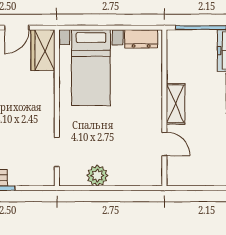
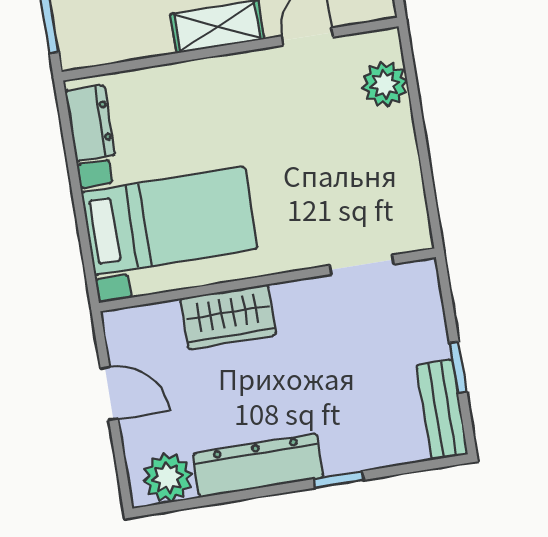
wardrobe: (43, 50) -> (228, 317), moved
plant: (97, 176) -> (385, 84), moved

